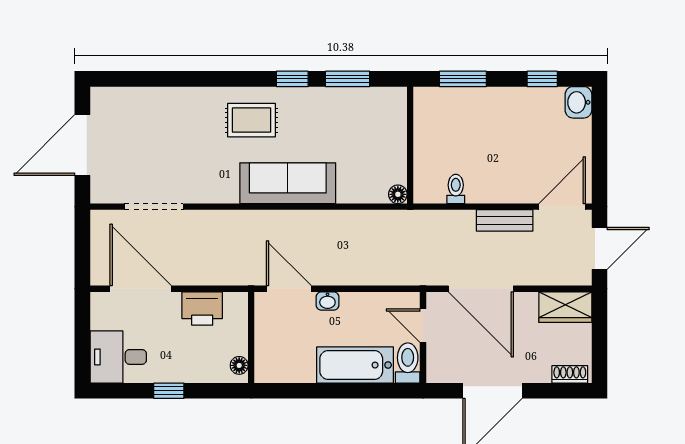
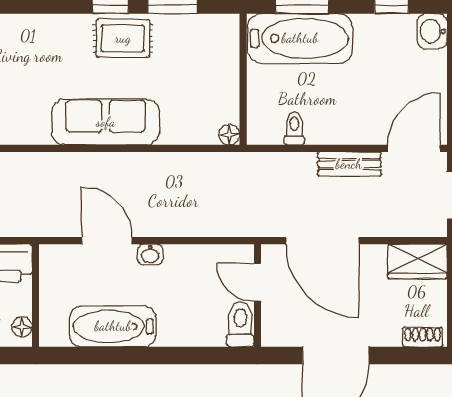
bathtub: (461, 109) -> (300, 38), added
rug: (251, 120) -> (123, 38), moved
wall: (251, 337) -> (36, 295), moved
floor lamp: (239, 365) -> (22, 327), moved
bathtub: (355, 365) -> (113, 326), moved

